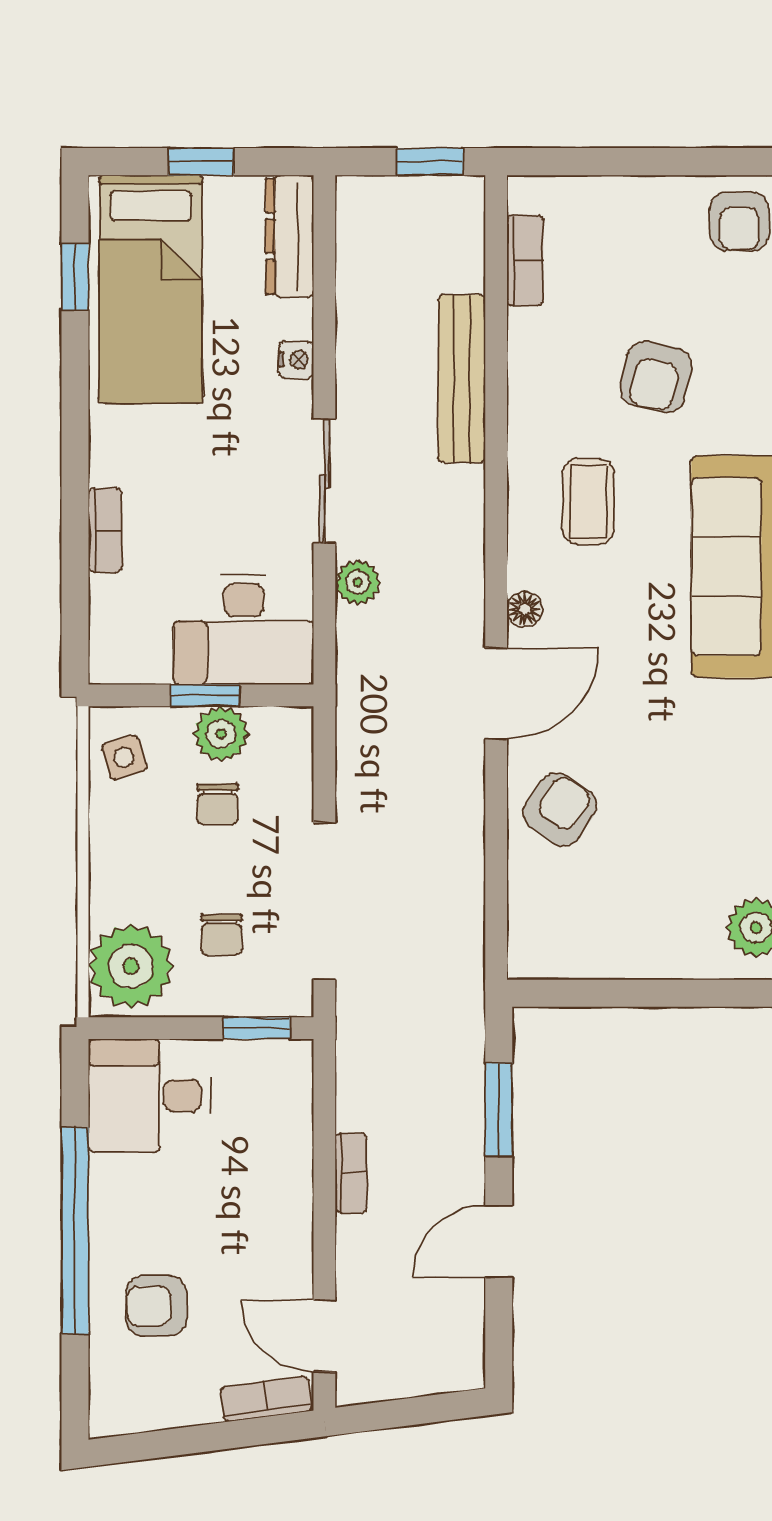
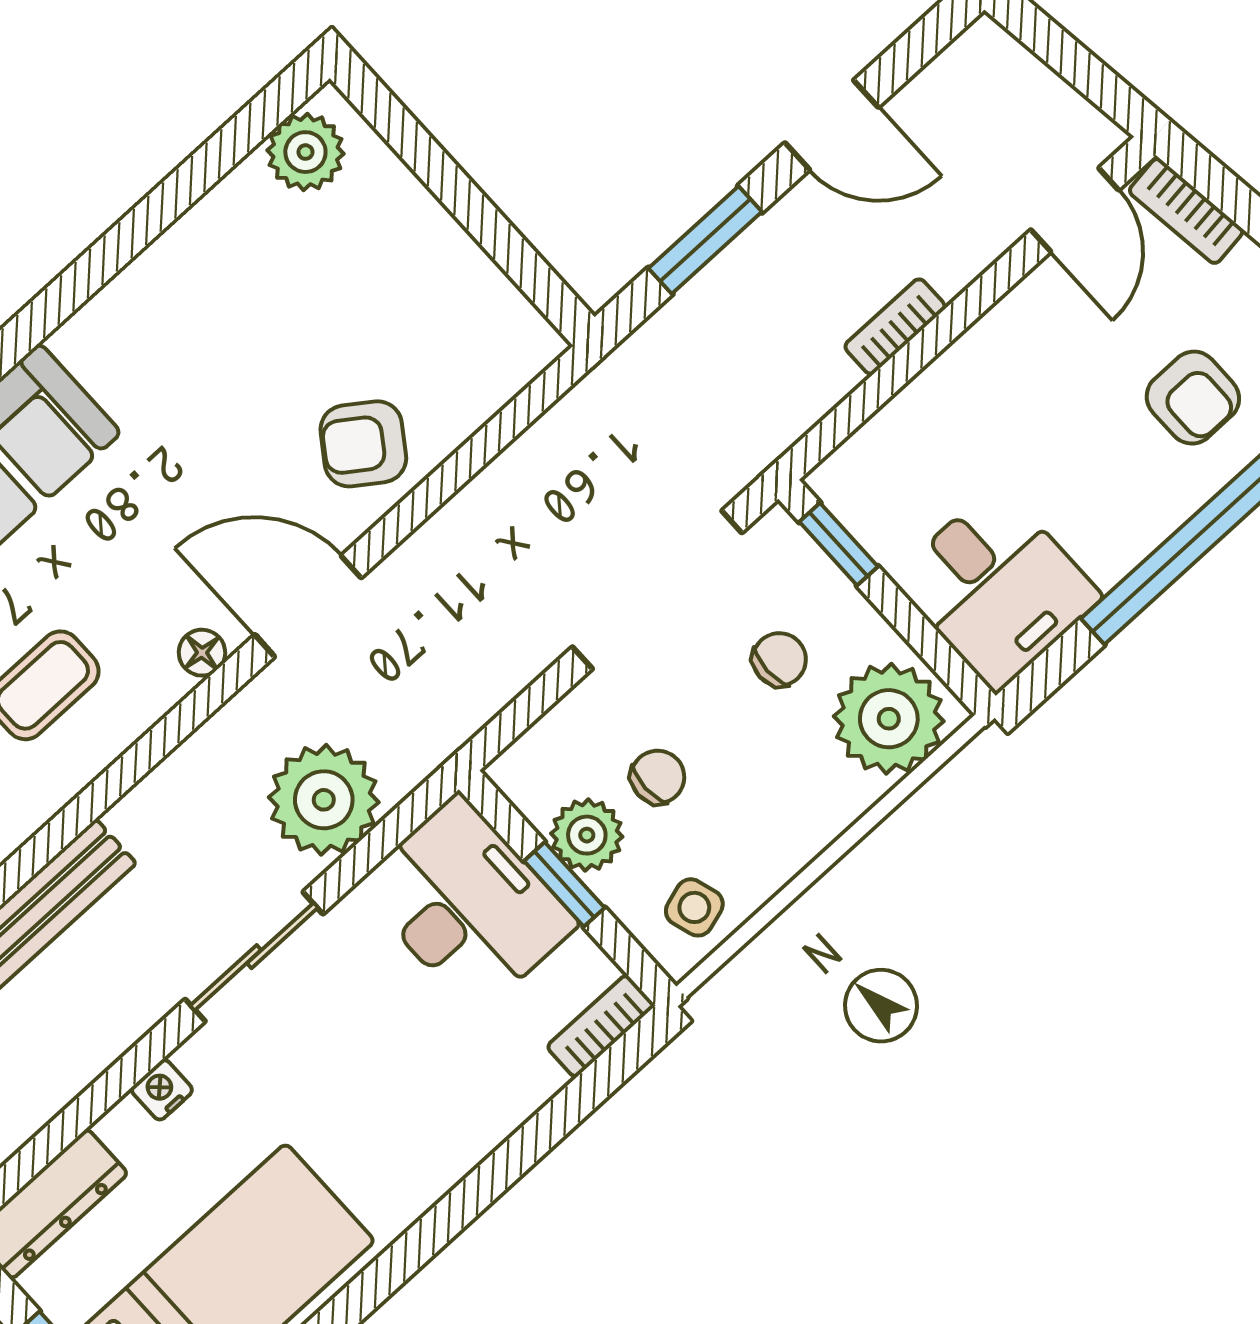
bookcase: (105, 530) -> (601, 1026), moved
plant: (358, 582) -> (324, 800), width x1.88, depth x1.88

